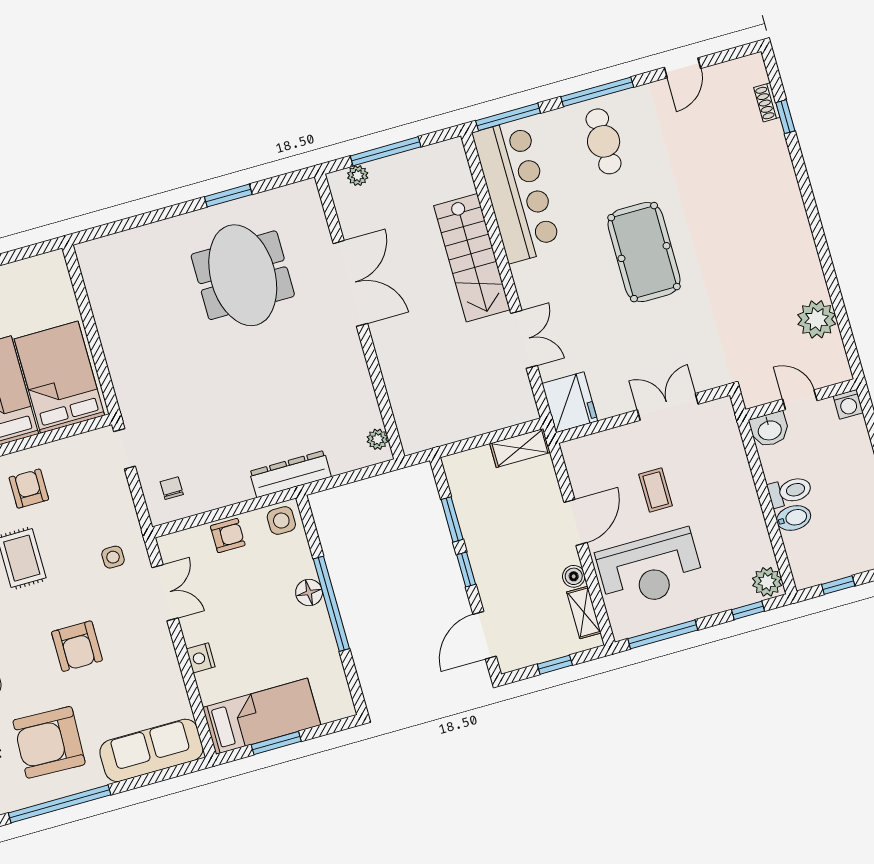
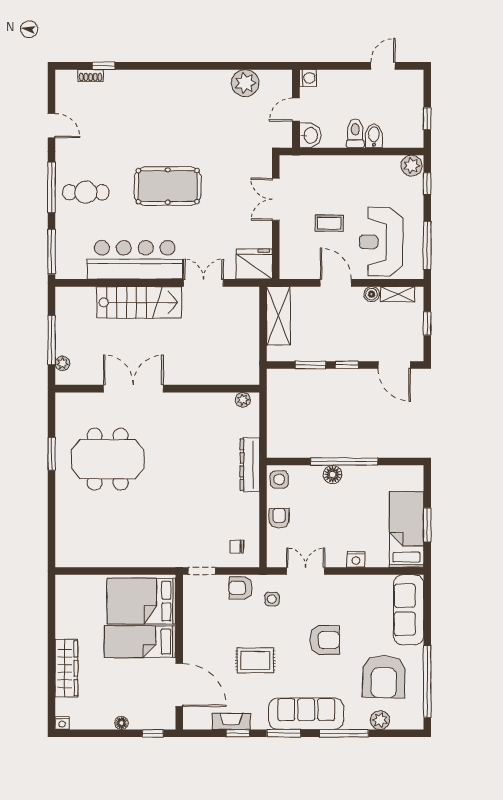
bar counter: (517, 191) -> (135, 260), moved
shelving: (520, 448) -> (278, 316), width x1.50, depth x1.33
armchair: (29, 489) -> (240, 588), moved
reception desk: (650, 569) -> (381, 242), turned 180

